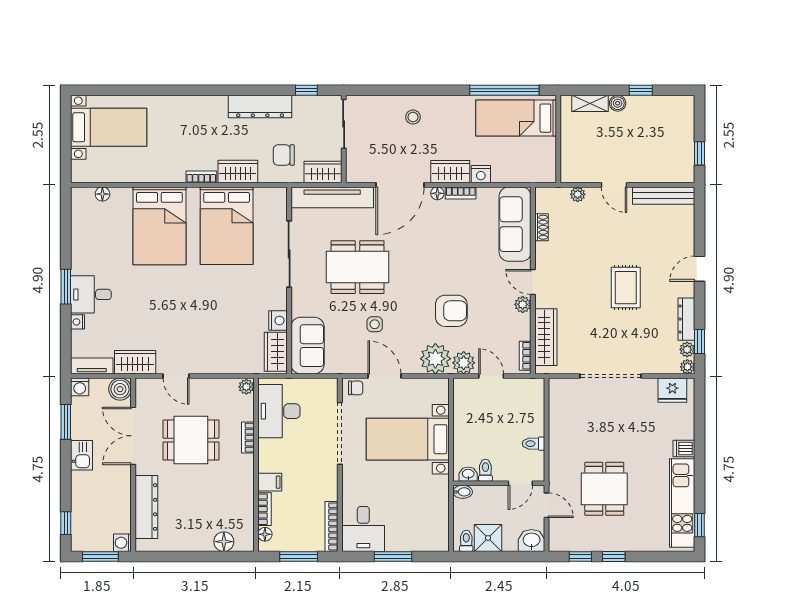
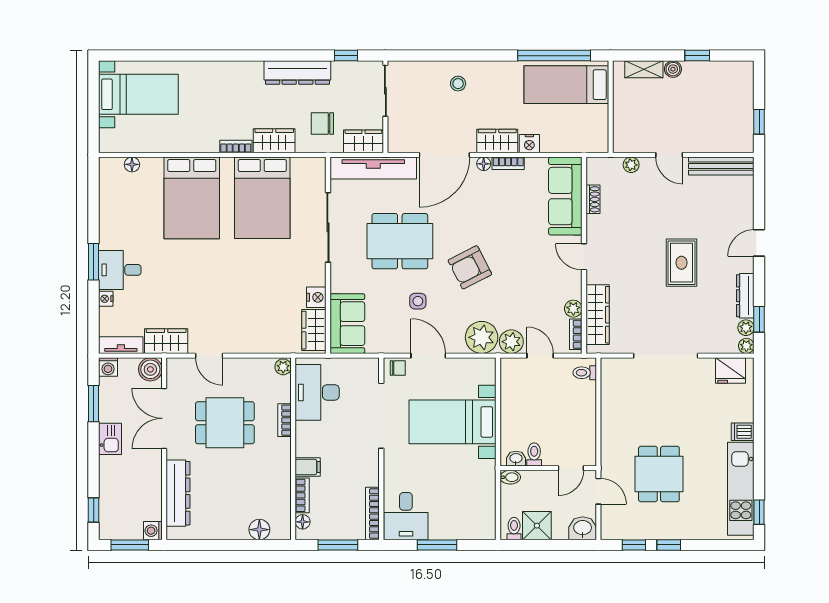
plant: (523, 304) -> (573, 309), moved
armchair: (451, 311) -> (470, 267), moved, turned 153
toilet: (534, 444) -> (585, 373), moved

